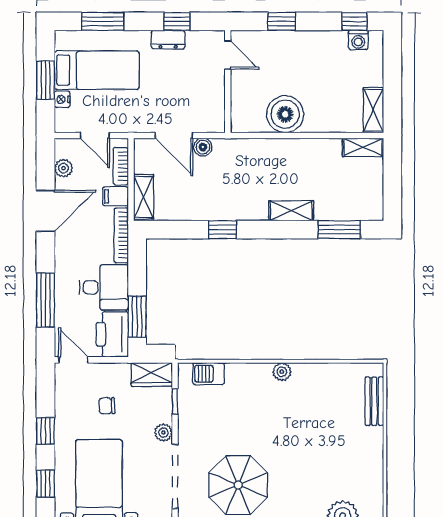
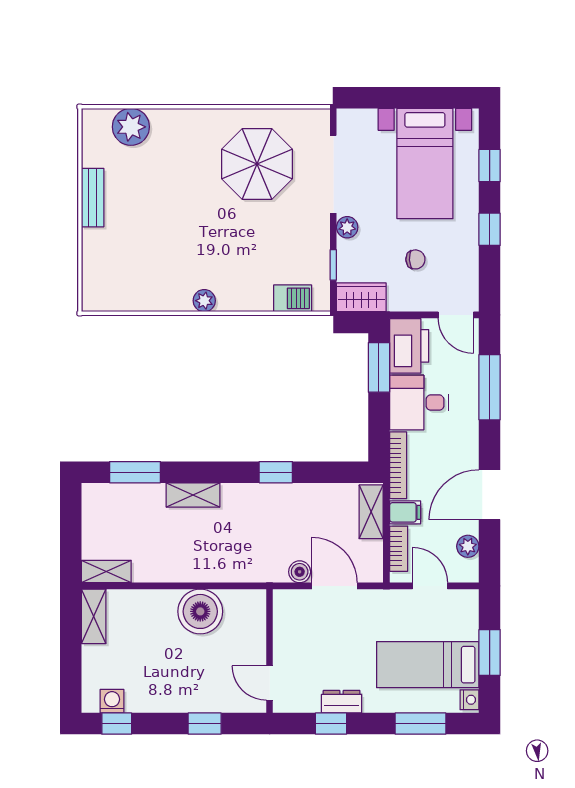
nightstand: (62, 99) -> (469, 700), moved
bench: (374, 401) -> (93, 198), moved

